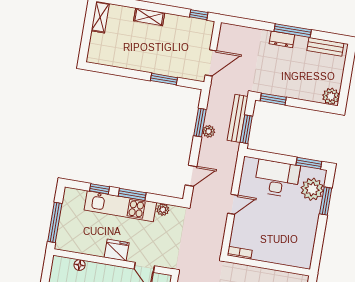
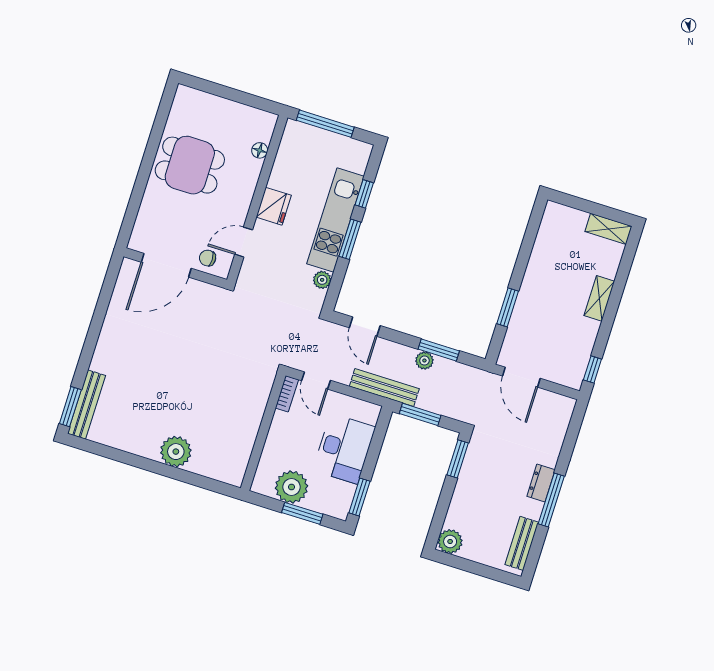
bench: (238, 118) -> (384, 388), moved
plant: (312, 189) -> (292, 487), moved
bookcase: (240, 253) -> (287, 394), moved
wall: (268, 265) -> (263, 432), moved

